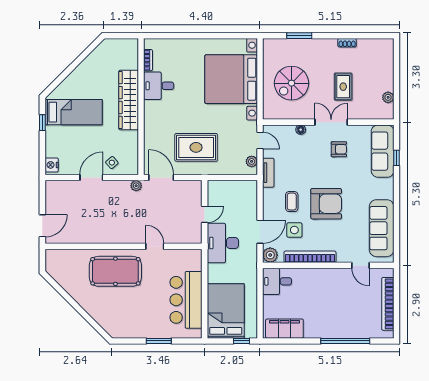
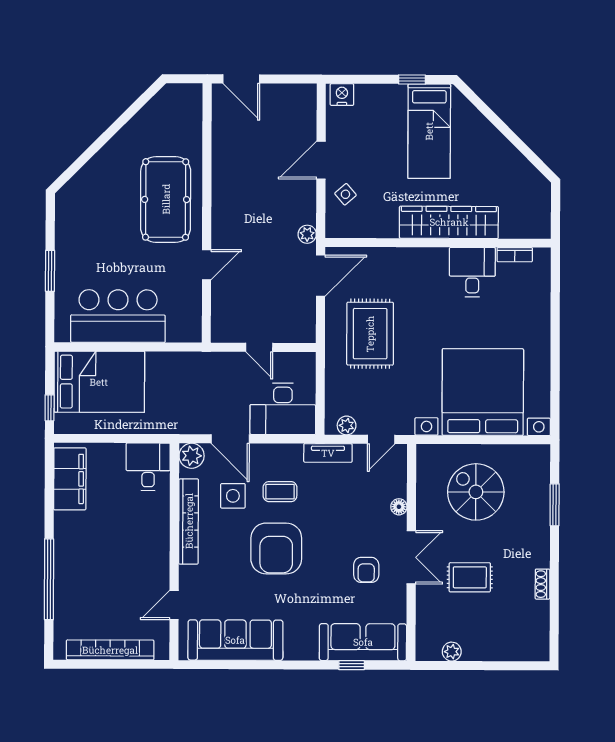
door: (91, 177) -> (321, 160), swing flipped
desk: (223, 243) -> (283, 409), moved, turned 180

